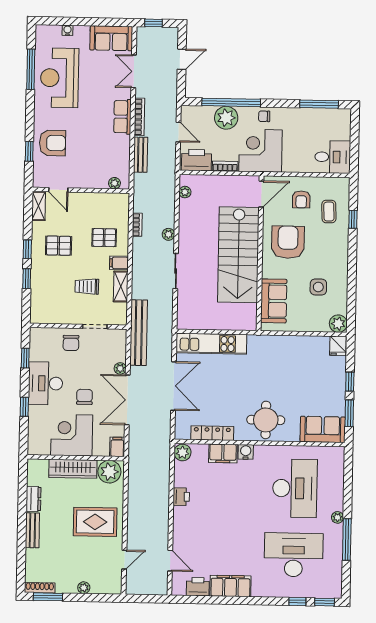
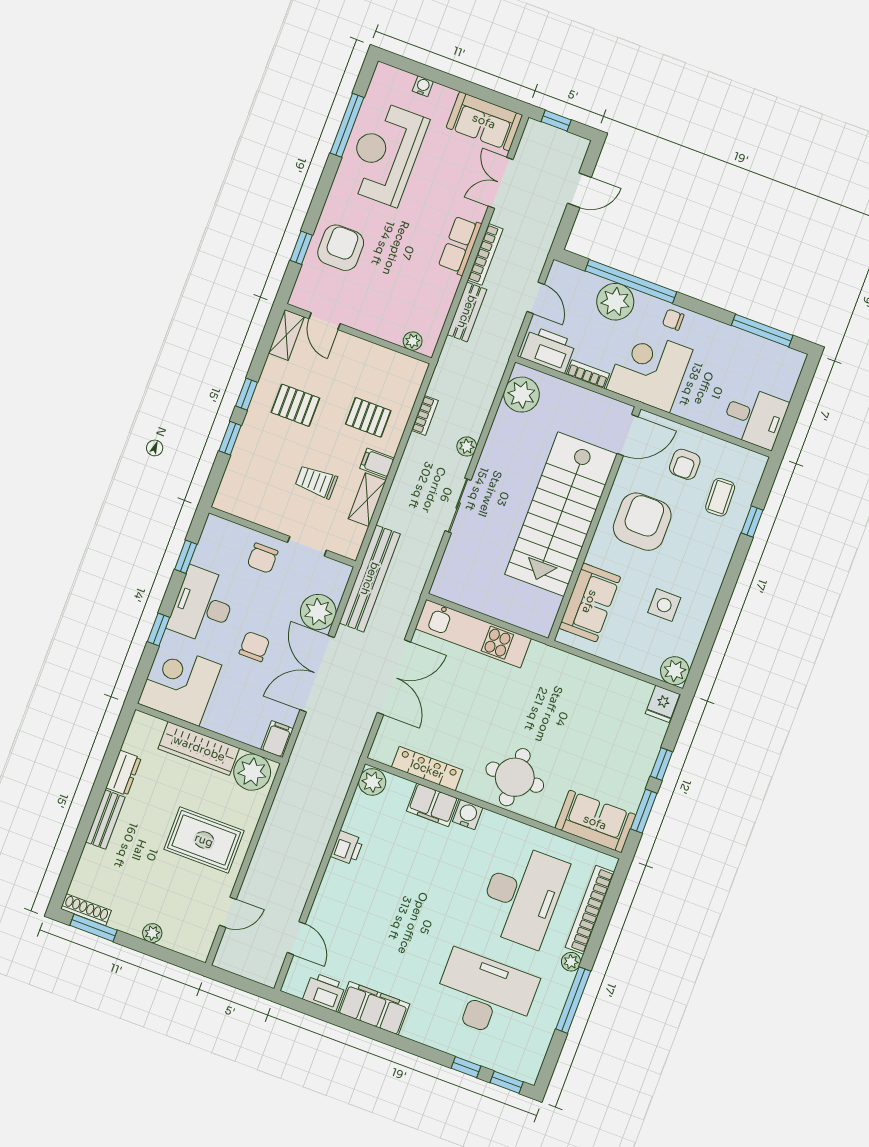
armchair: (52, 143) -> (341, 248), turned -90
plant: (185, 192) -> (522, 395), width x1.88, depth x1.88
plant: (120, 368) -> (318, 612), width x1.88, depth x1.88
corner desk: (72, 435) -> (180, 684), moved
bookcase: (338, 483) -> (590, 910), added

